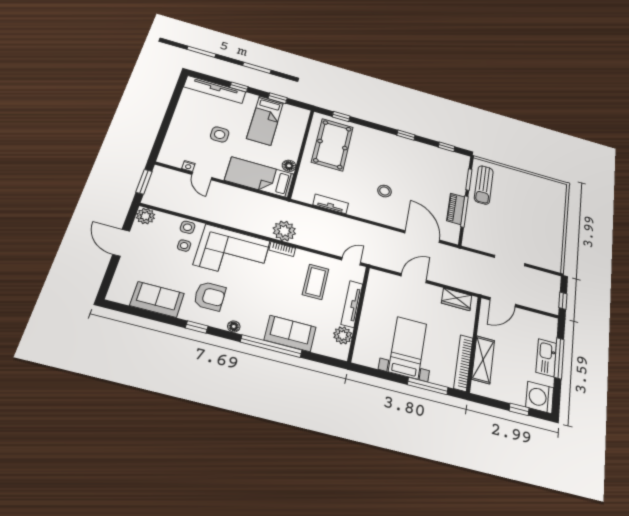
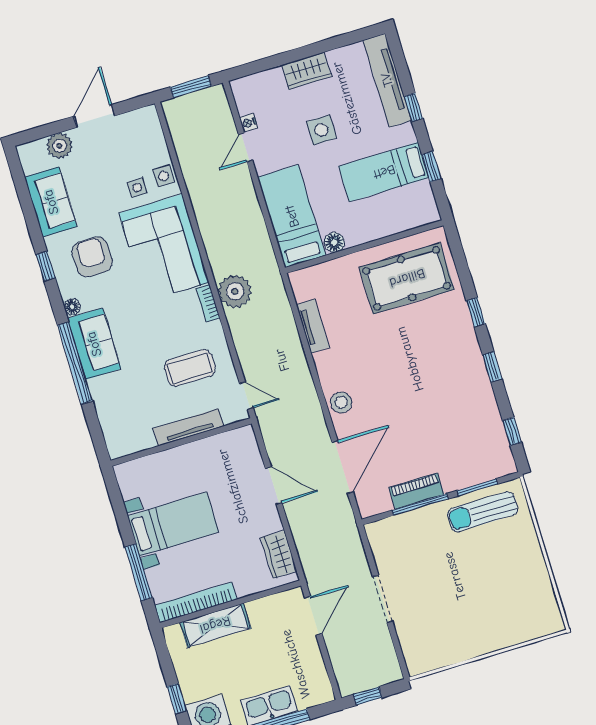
window: (341, 116) -> (476, 312), moved
wardrobe: (180, 122) -> (306, 71), added
stool: (385, 191) -> (341, 402), moved
plant: (146, 216) -> (59, 146), moved
armchair: (210, 296) -> (92, 257), turned 180
door: (503, 302) -> (313, 616), swing flipped
sofa: (290, 333) -> (94, 344), moved
plant: (343, 335) -> (140, 438), removed

